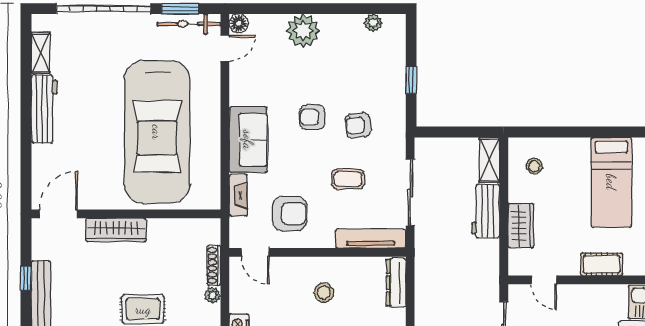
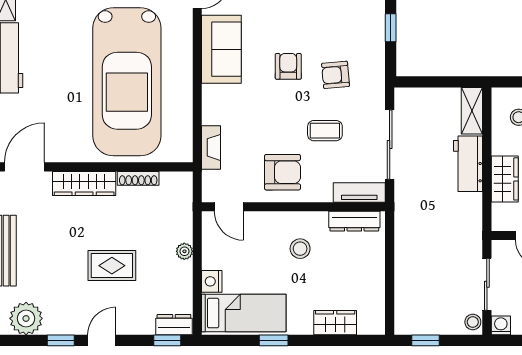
armchair: (313, 117) -> (288, 66), turned 90
sofa: (248, 140) -> (221, 49), moved
armchair: (290, 214) -> (282, 172), moved
tv unit: (371, 239) -> (359, 192), width x0.71
shoe rack: (214, 265) -> (138, 178), moved, turned -90
dresser: (396, 283) -> (354, 221), moved, turned -90

